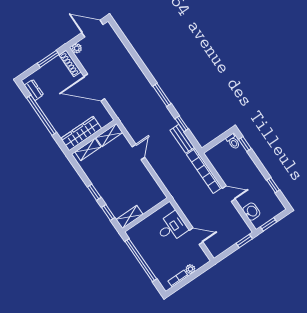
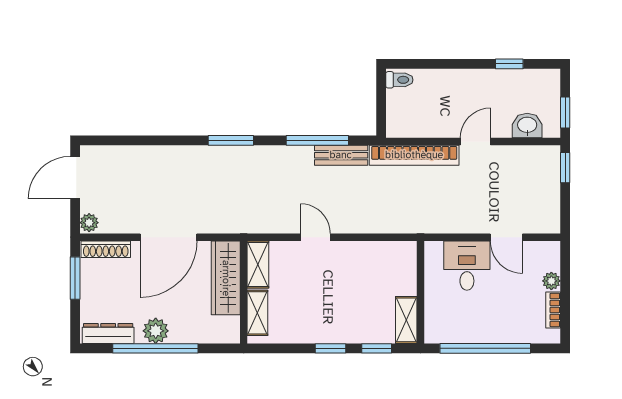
dresser: (34, 90) -> (108, 333), width x1.44
window: (162, 95) -> (231, 140), moved
plant: (49, 110) -> (156, 331), added
window: (182, 124) -> (317, 140), width x2.17
wardrobe: (81, 134) -> (226, 278), moved
window: (245, 144) -> (416, 64), removed
door: (196, 236) -> (506, 237), swing flipped

